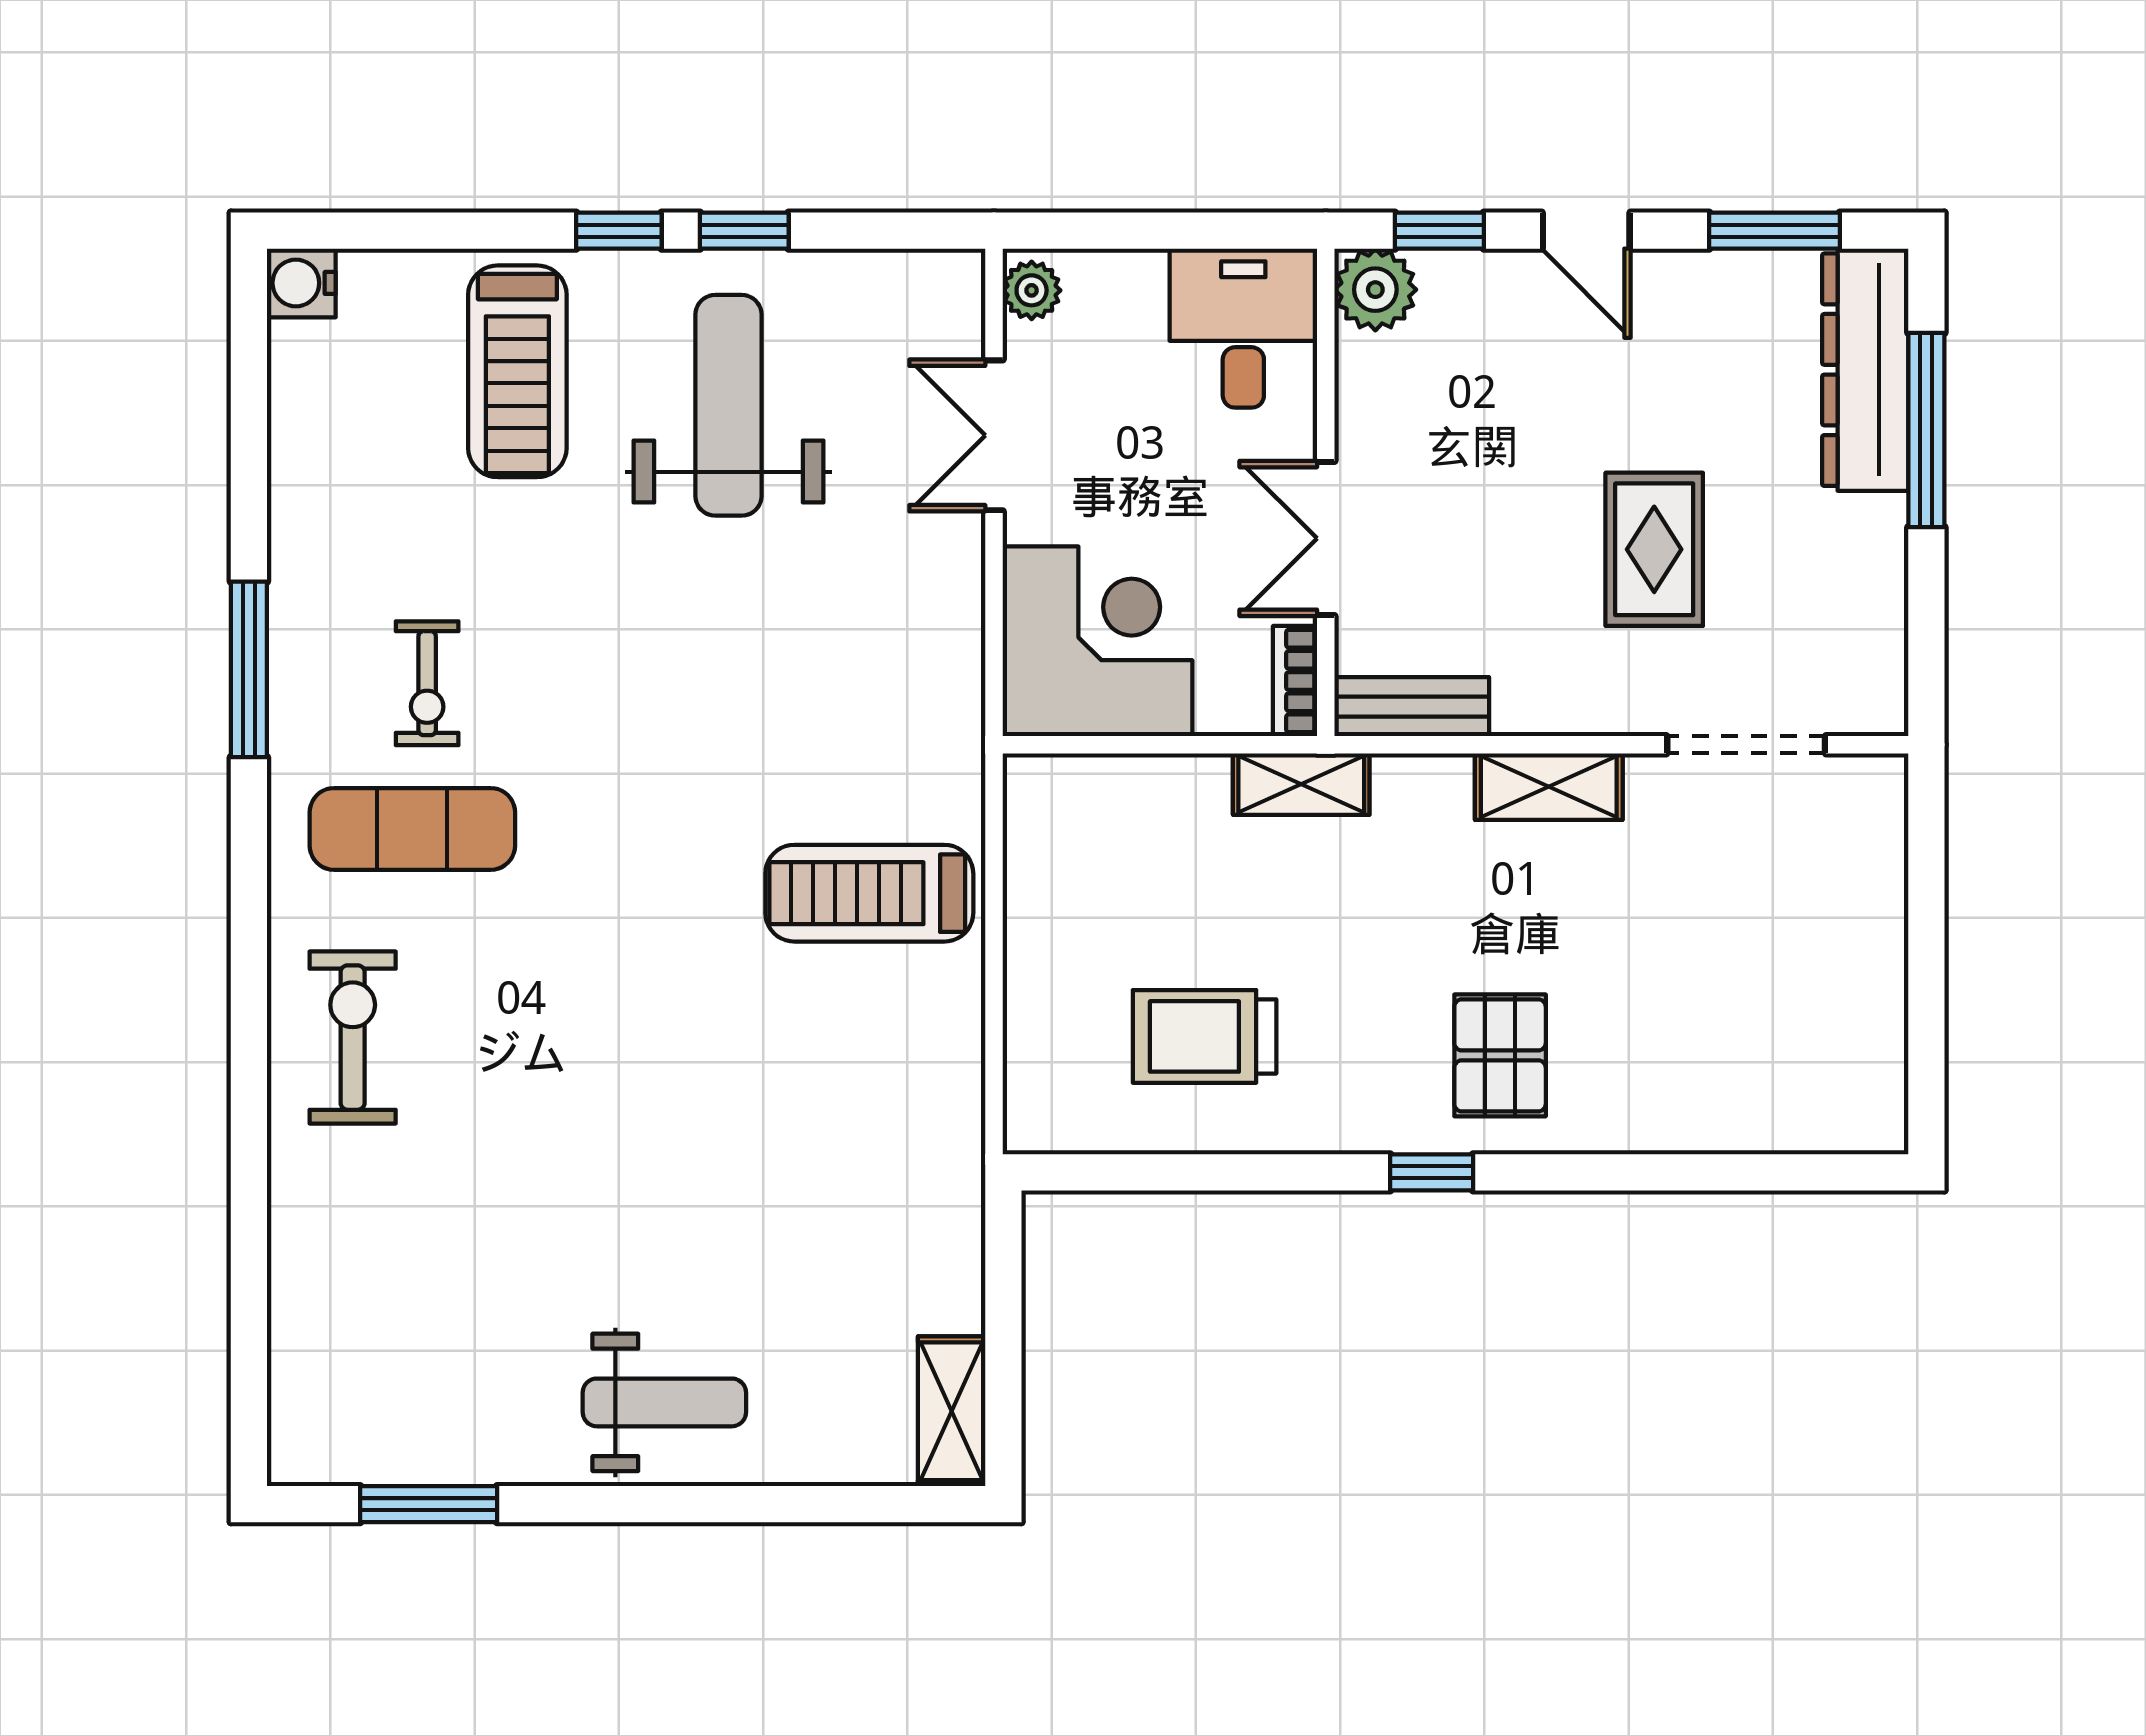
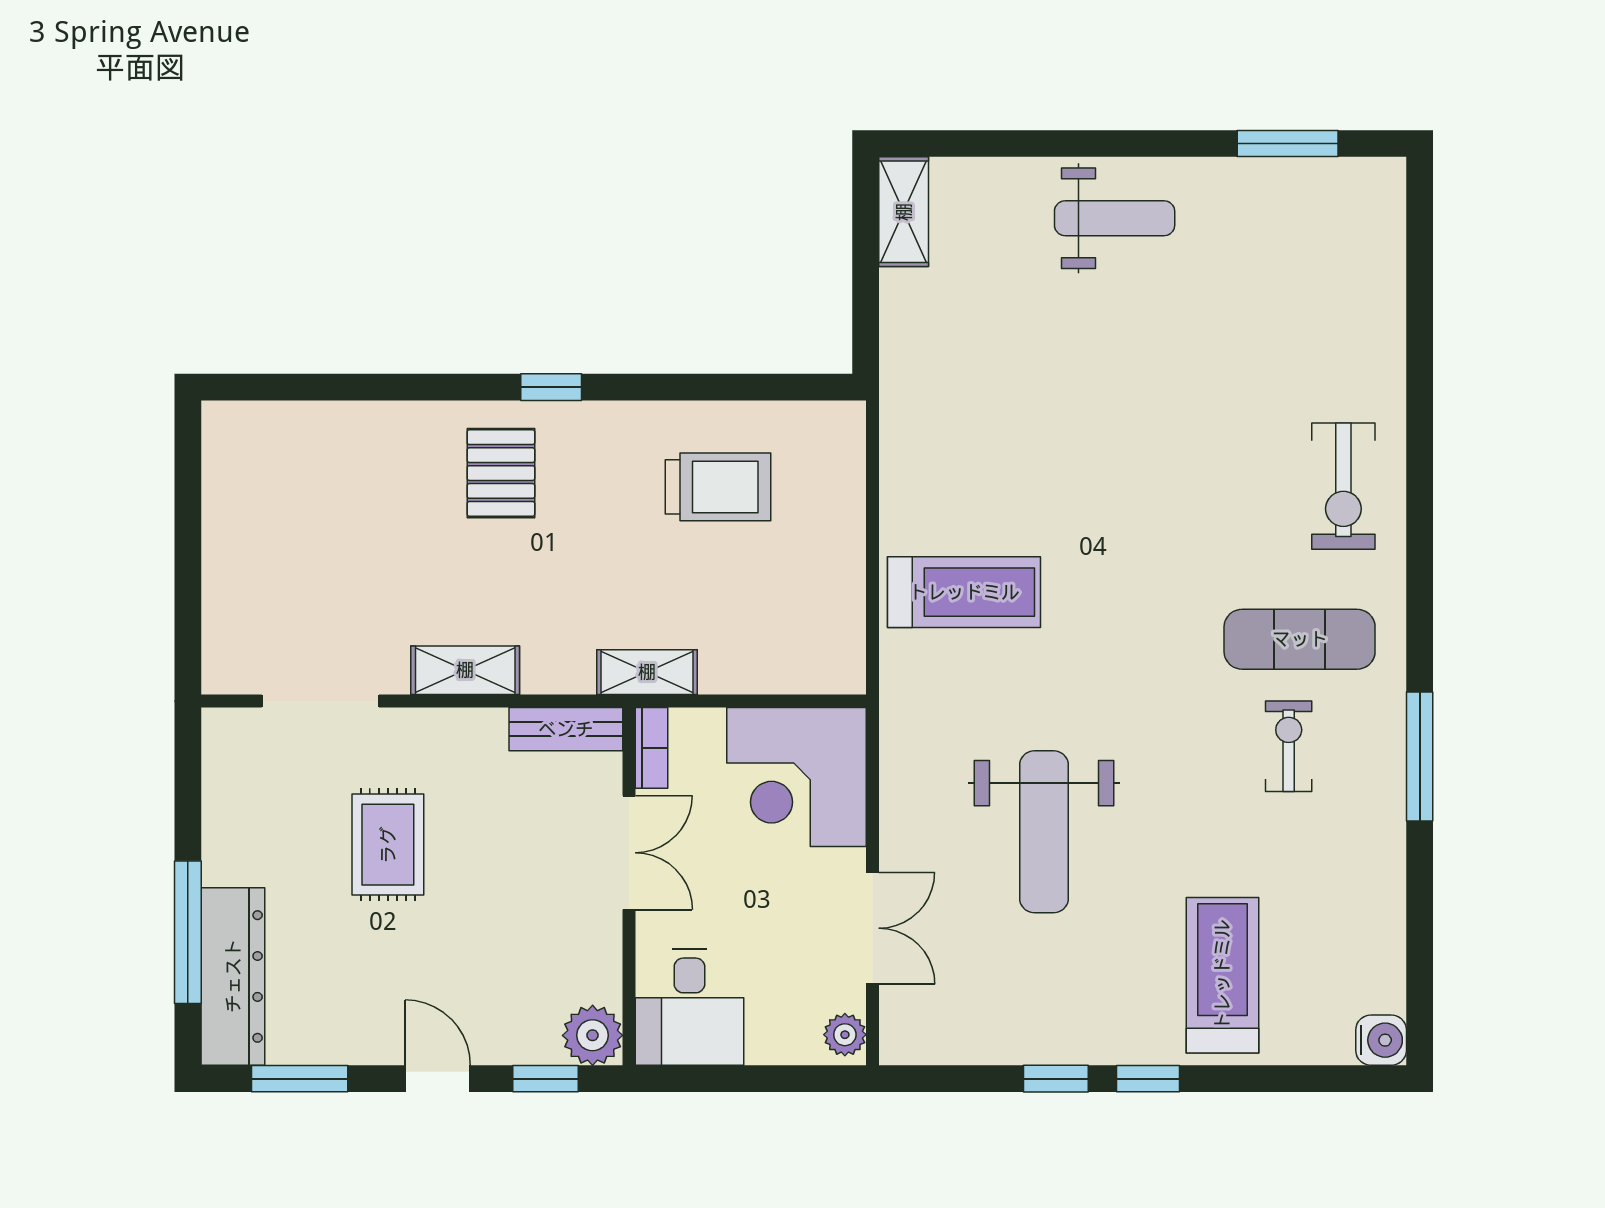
weight bench: (728, 405) -> (1044, 832), moved
weight bench: (664, 1402) -> (1115, 218), turned 180

